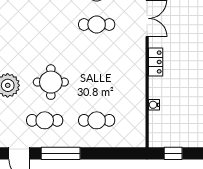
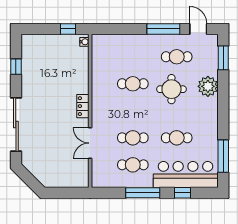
cafe table: (45, 24) -> (177, 138), added
water cooler: (154, 105) -> (84, 42), moved
cafe table: (97, 120) -> (133, 84), moved

